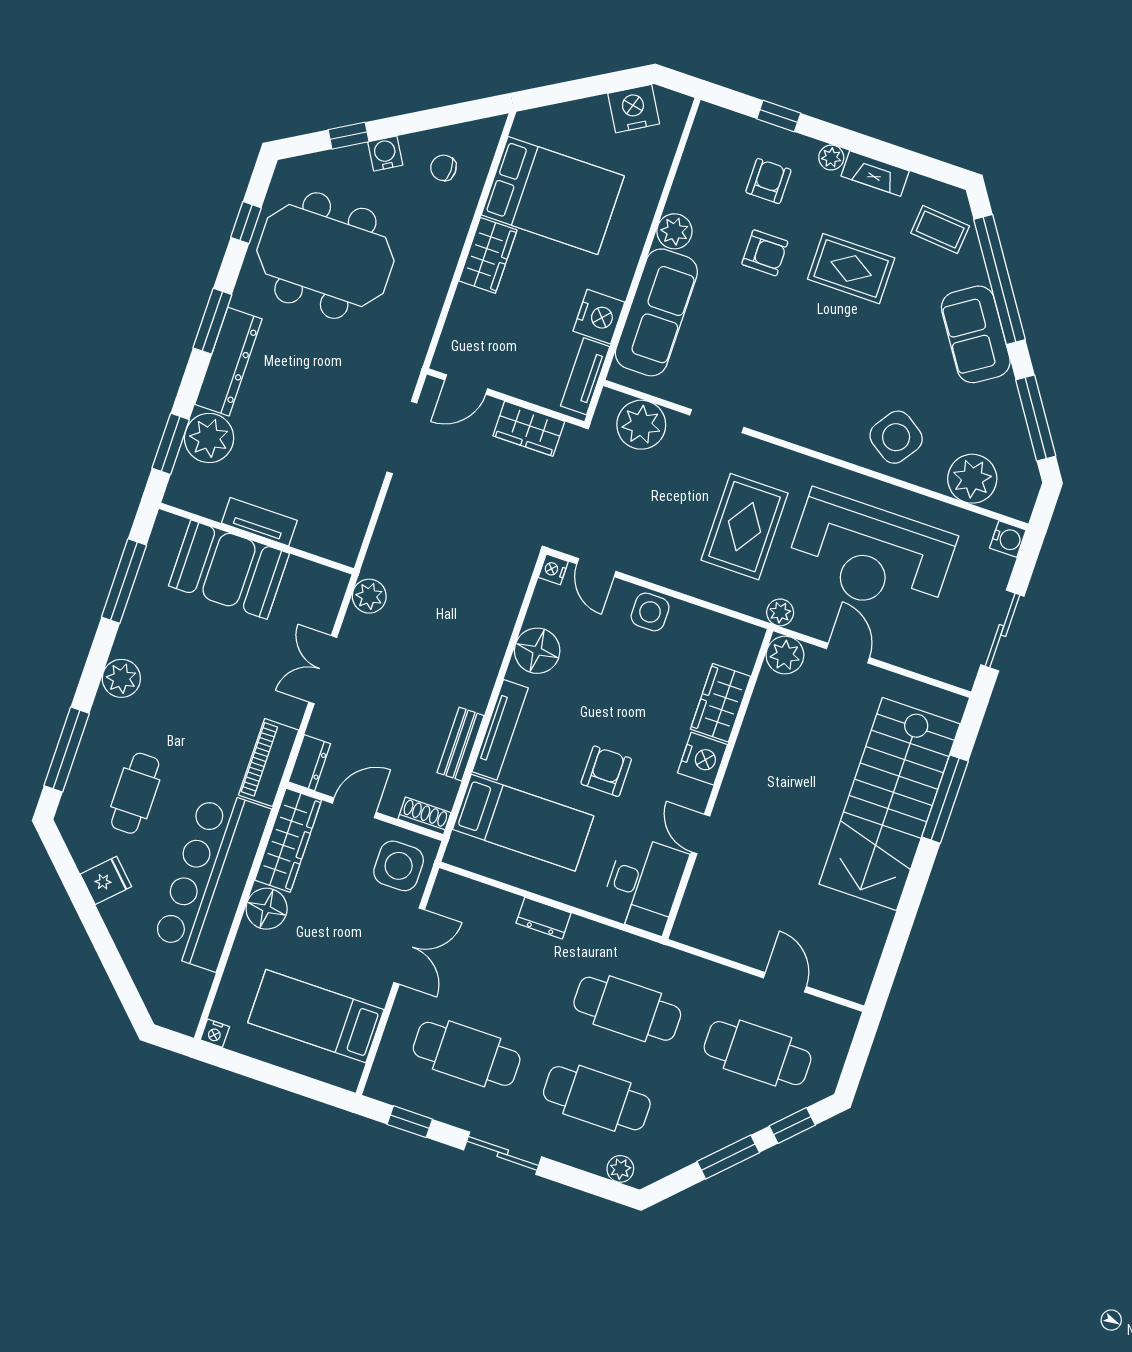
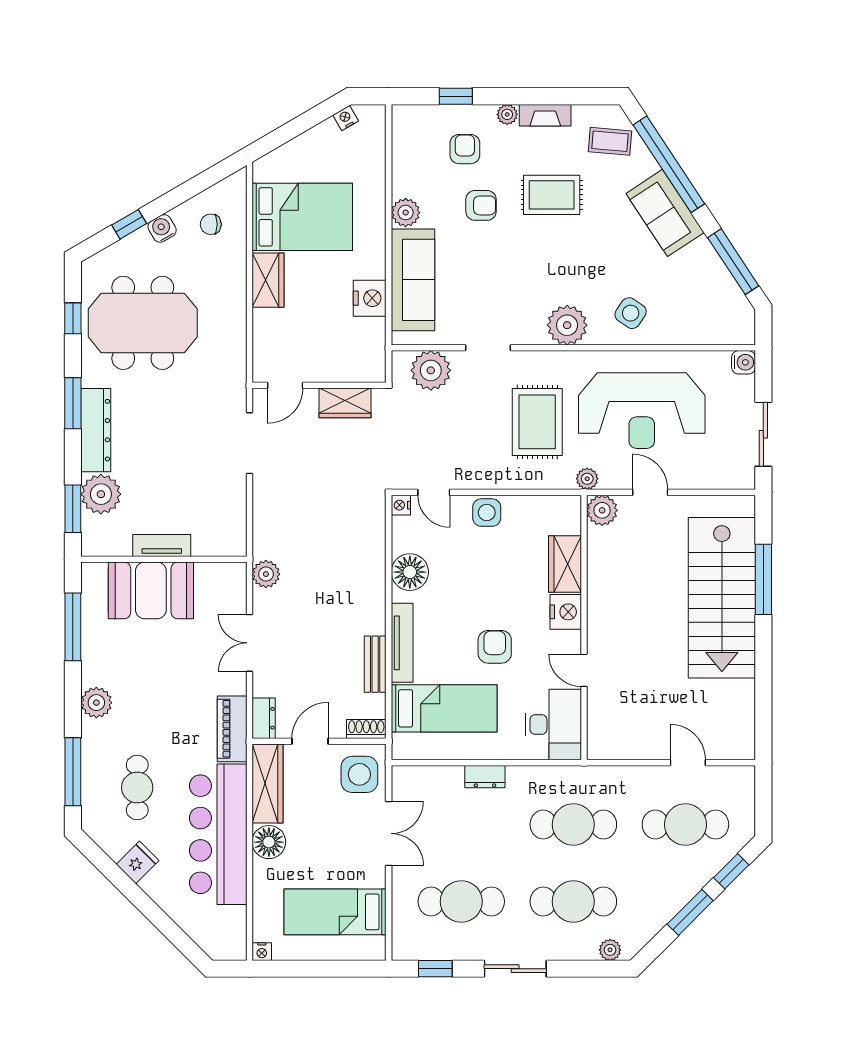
nightstand: (634, 109) -> (346, 118), width x0.53, depth x0.56
tv unit: (585, 376) -> (375, 348), removed
side table: (896, 437) -> (631, 313), width x0.73, depth x0.73
plant: (972, 479) -> (567, 325), moved

